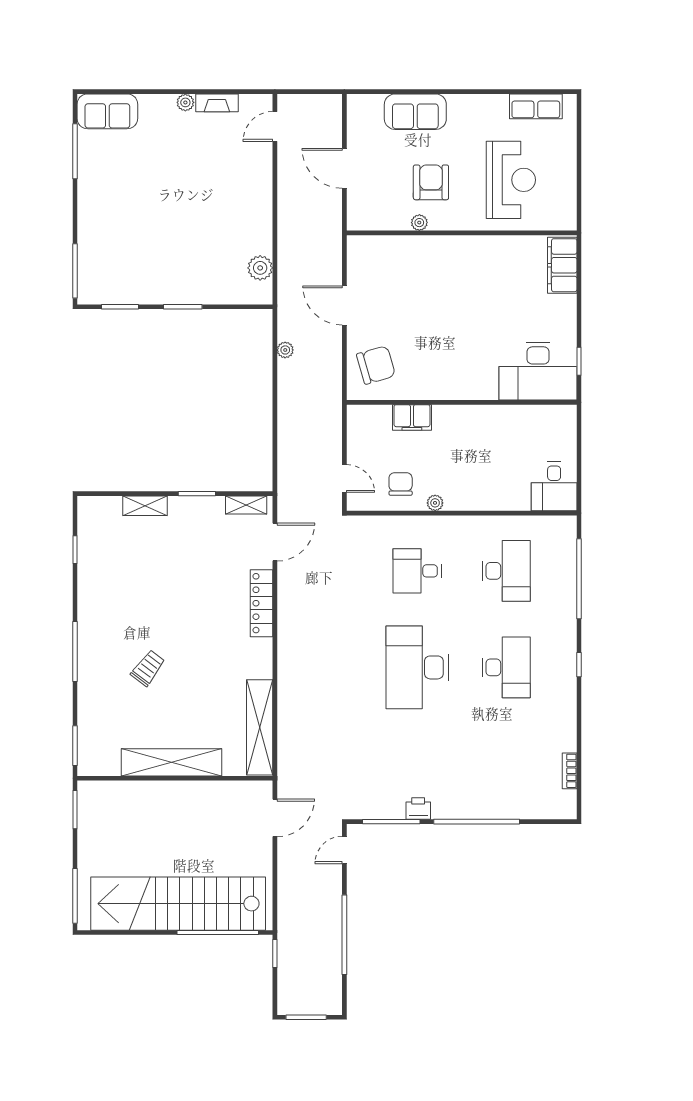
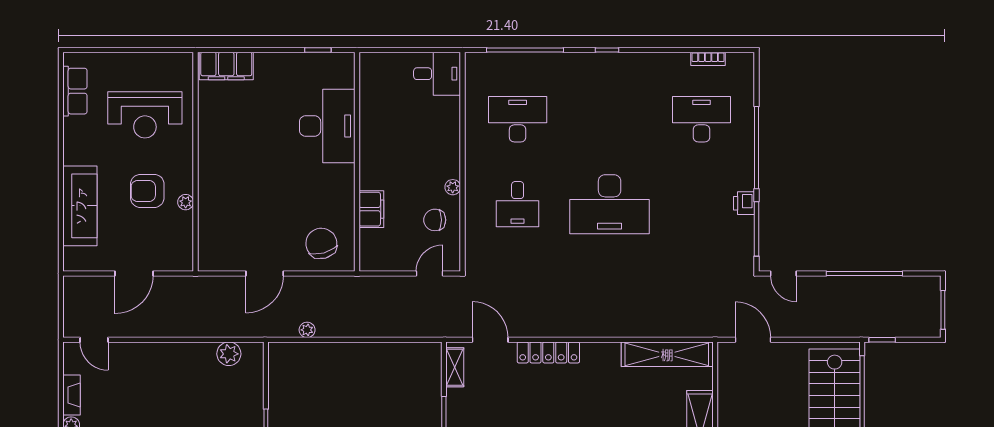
sofa: (415, 112) -> (80, 206), width x1.36
reception desk: (511, 180) -> (145, 115), turned 180
desk: (538, 371) -> (327, 126), moved
desk: (506, 667) -> (701, 119), moved

